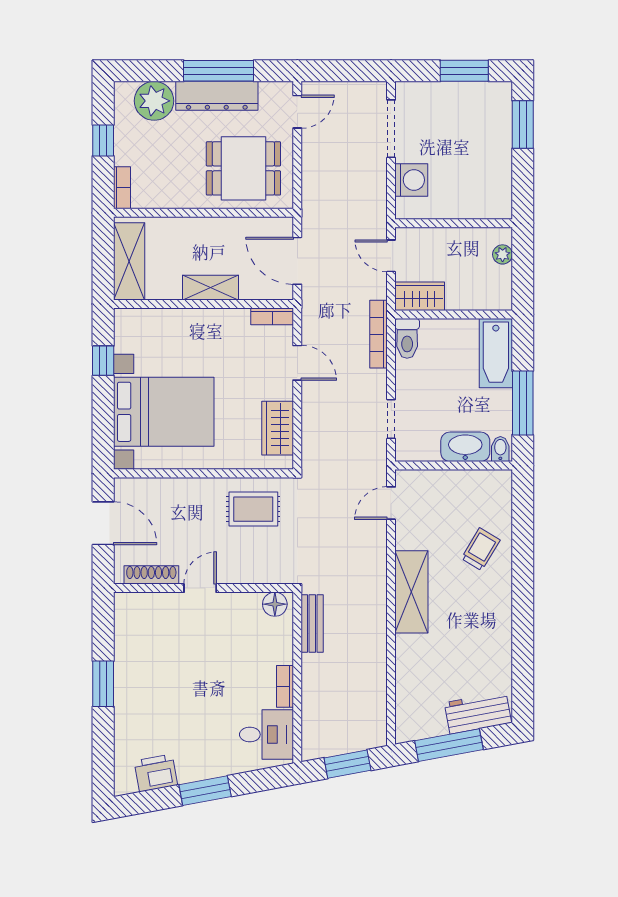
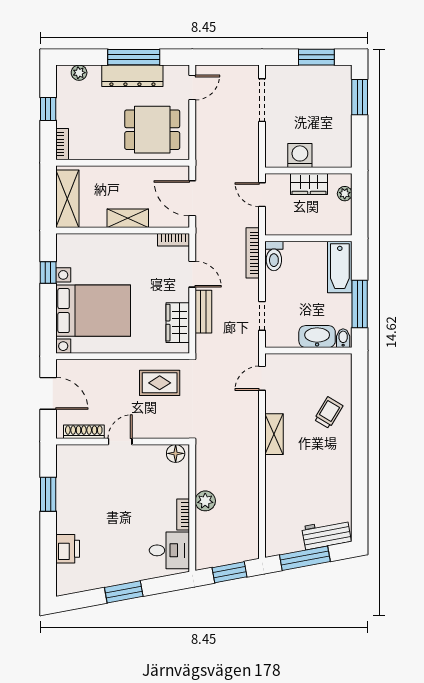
plant: (154, 101) -> (79, 73), width x0.53, depth x0.53
washing machine: (411, 180) -> (300, 155), moved, turned -90
wardrobe: (420, 296) -> (309, 184), moved, turned 180
shelving: (411, 592) -> (274, 434), width x0.67, depth x0.75
bench: (312, 624) -> (203, 312), moved
plant: (315, 668) -> (205, 501), added
window: (103, 684) -> (48, 494), moved
printer: (156, 773) -> (68, 549), moved, turned 101

